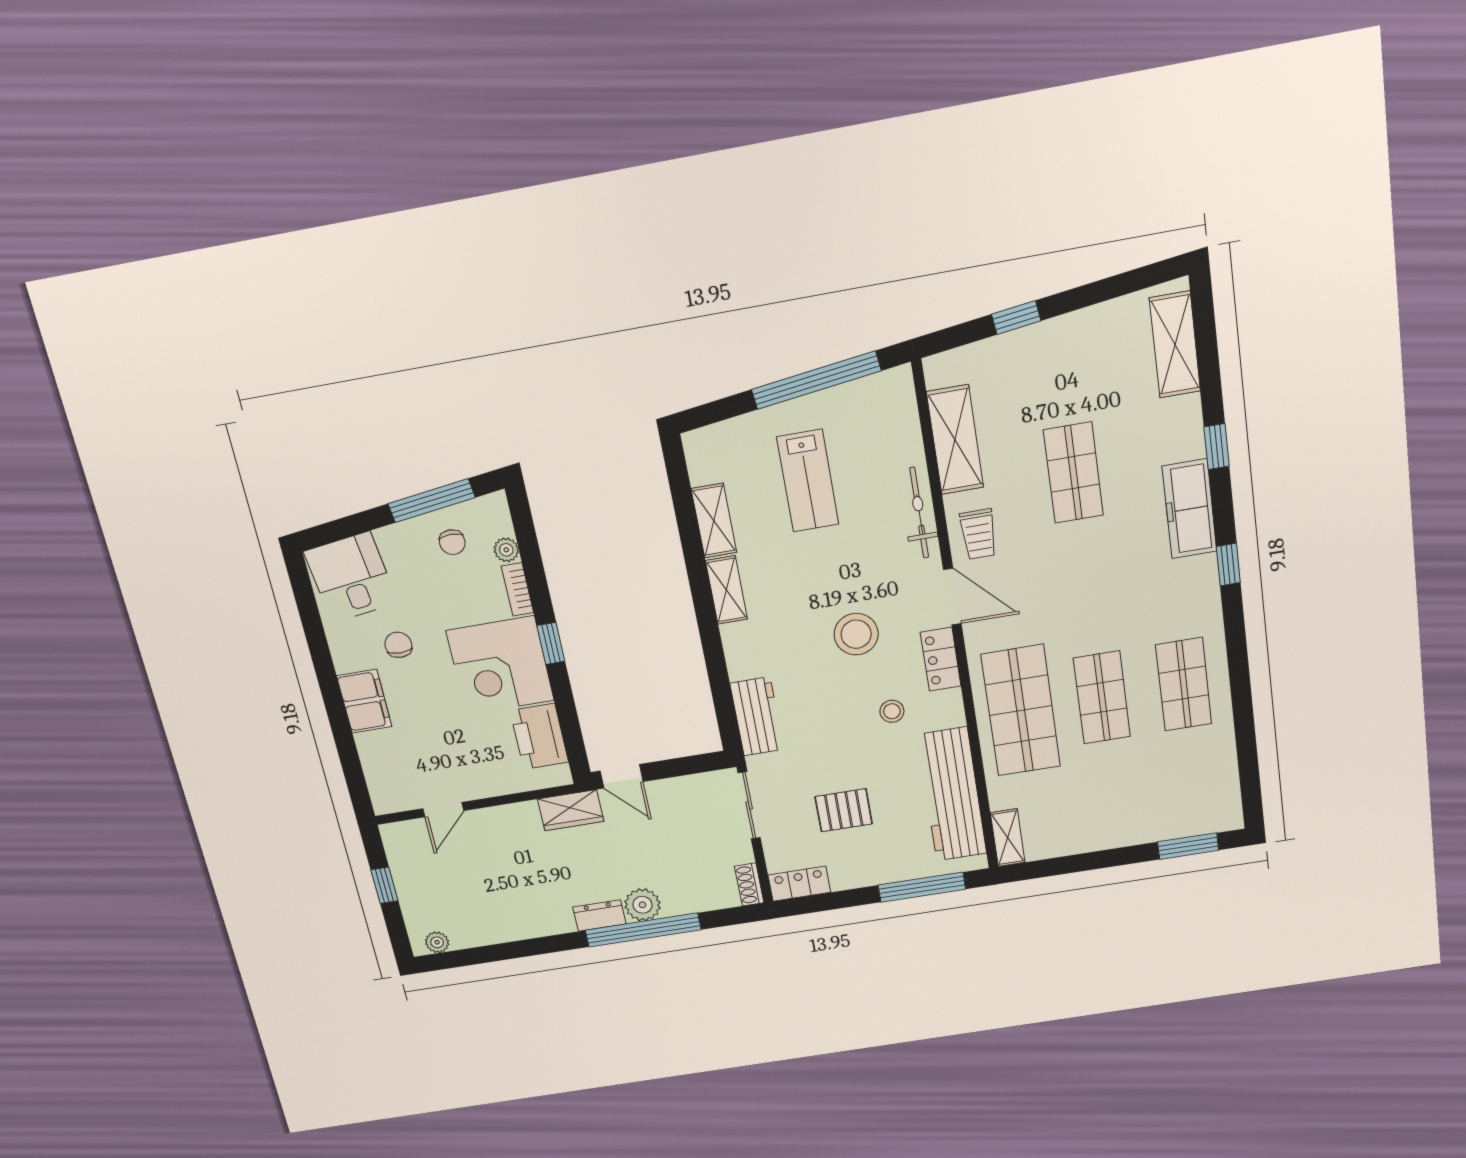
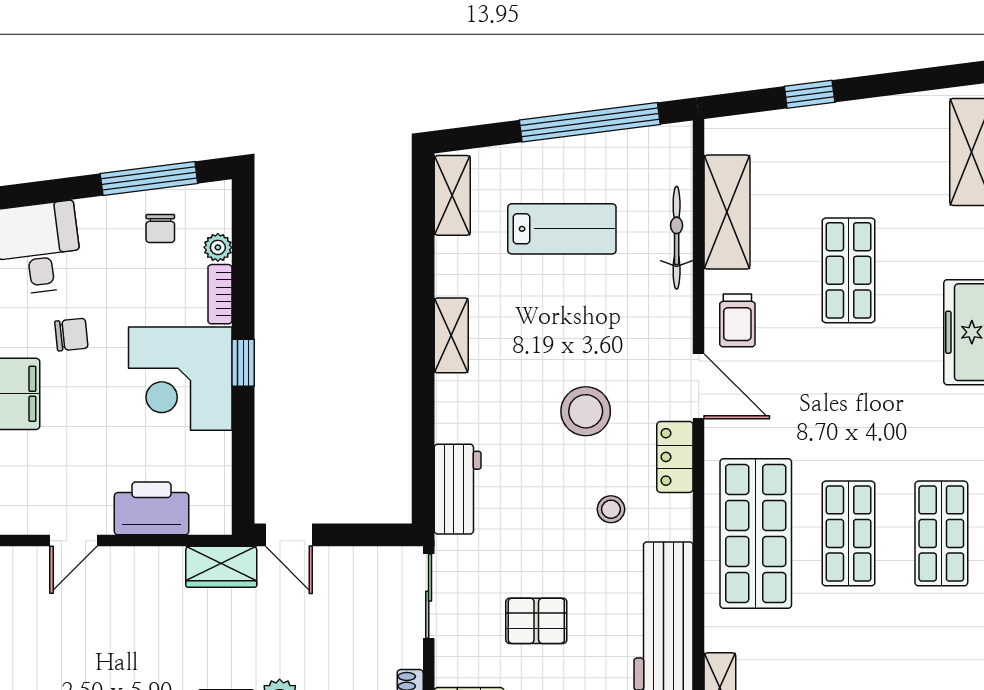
lab bench: (808, 481) -> (562, 229), turned -90
bicycle: (919, 513) -> (677, 238), moved
shelving: (714, 521) -> (452, 195), moved
chair: (398, 645) -> (71, 335), turned 84
printer: (539, 736) -> (152, 508), moved, turned 90

